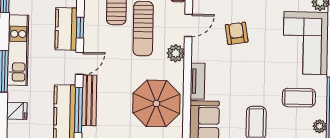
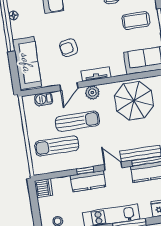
door: (188, 25) -> (69, 86), swing flipped
tv unit: (198, 81) -> (96, 74), moved

